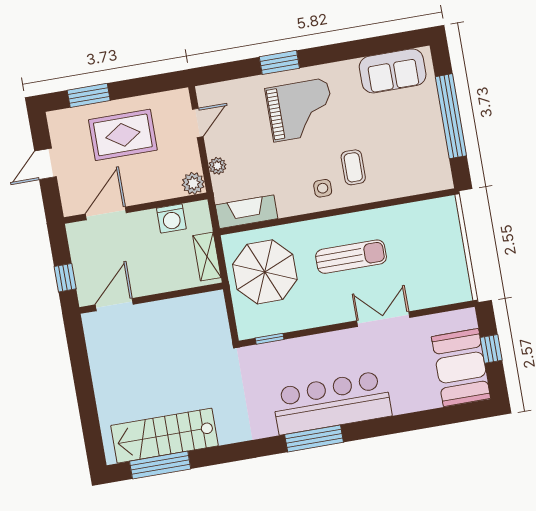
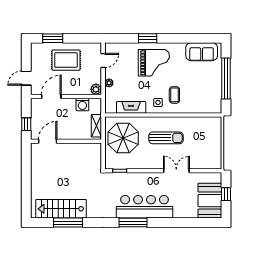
door: (45, 164) -> (26, 78), moved
fireplace: (247, 212) -> (131, 107), moved
window: (160, 465) -> (68, 223), moved

